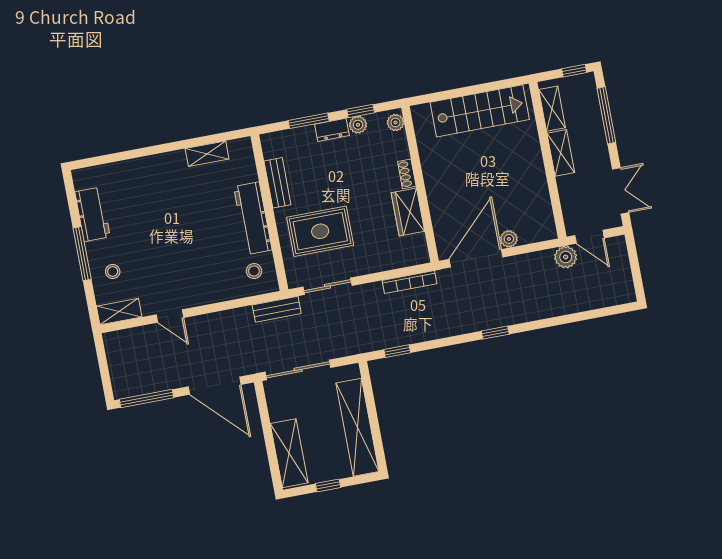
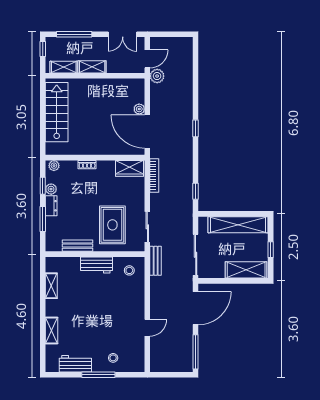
double door: (621, 191) -> (123, 34), swing flipped
wardrobe: (408, 212) -> (130, 168), moved
workbench: (253, 218) -> (97, 265), width x0.73
shelving: (119, 312) -> (51, 331), moved

